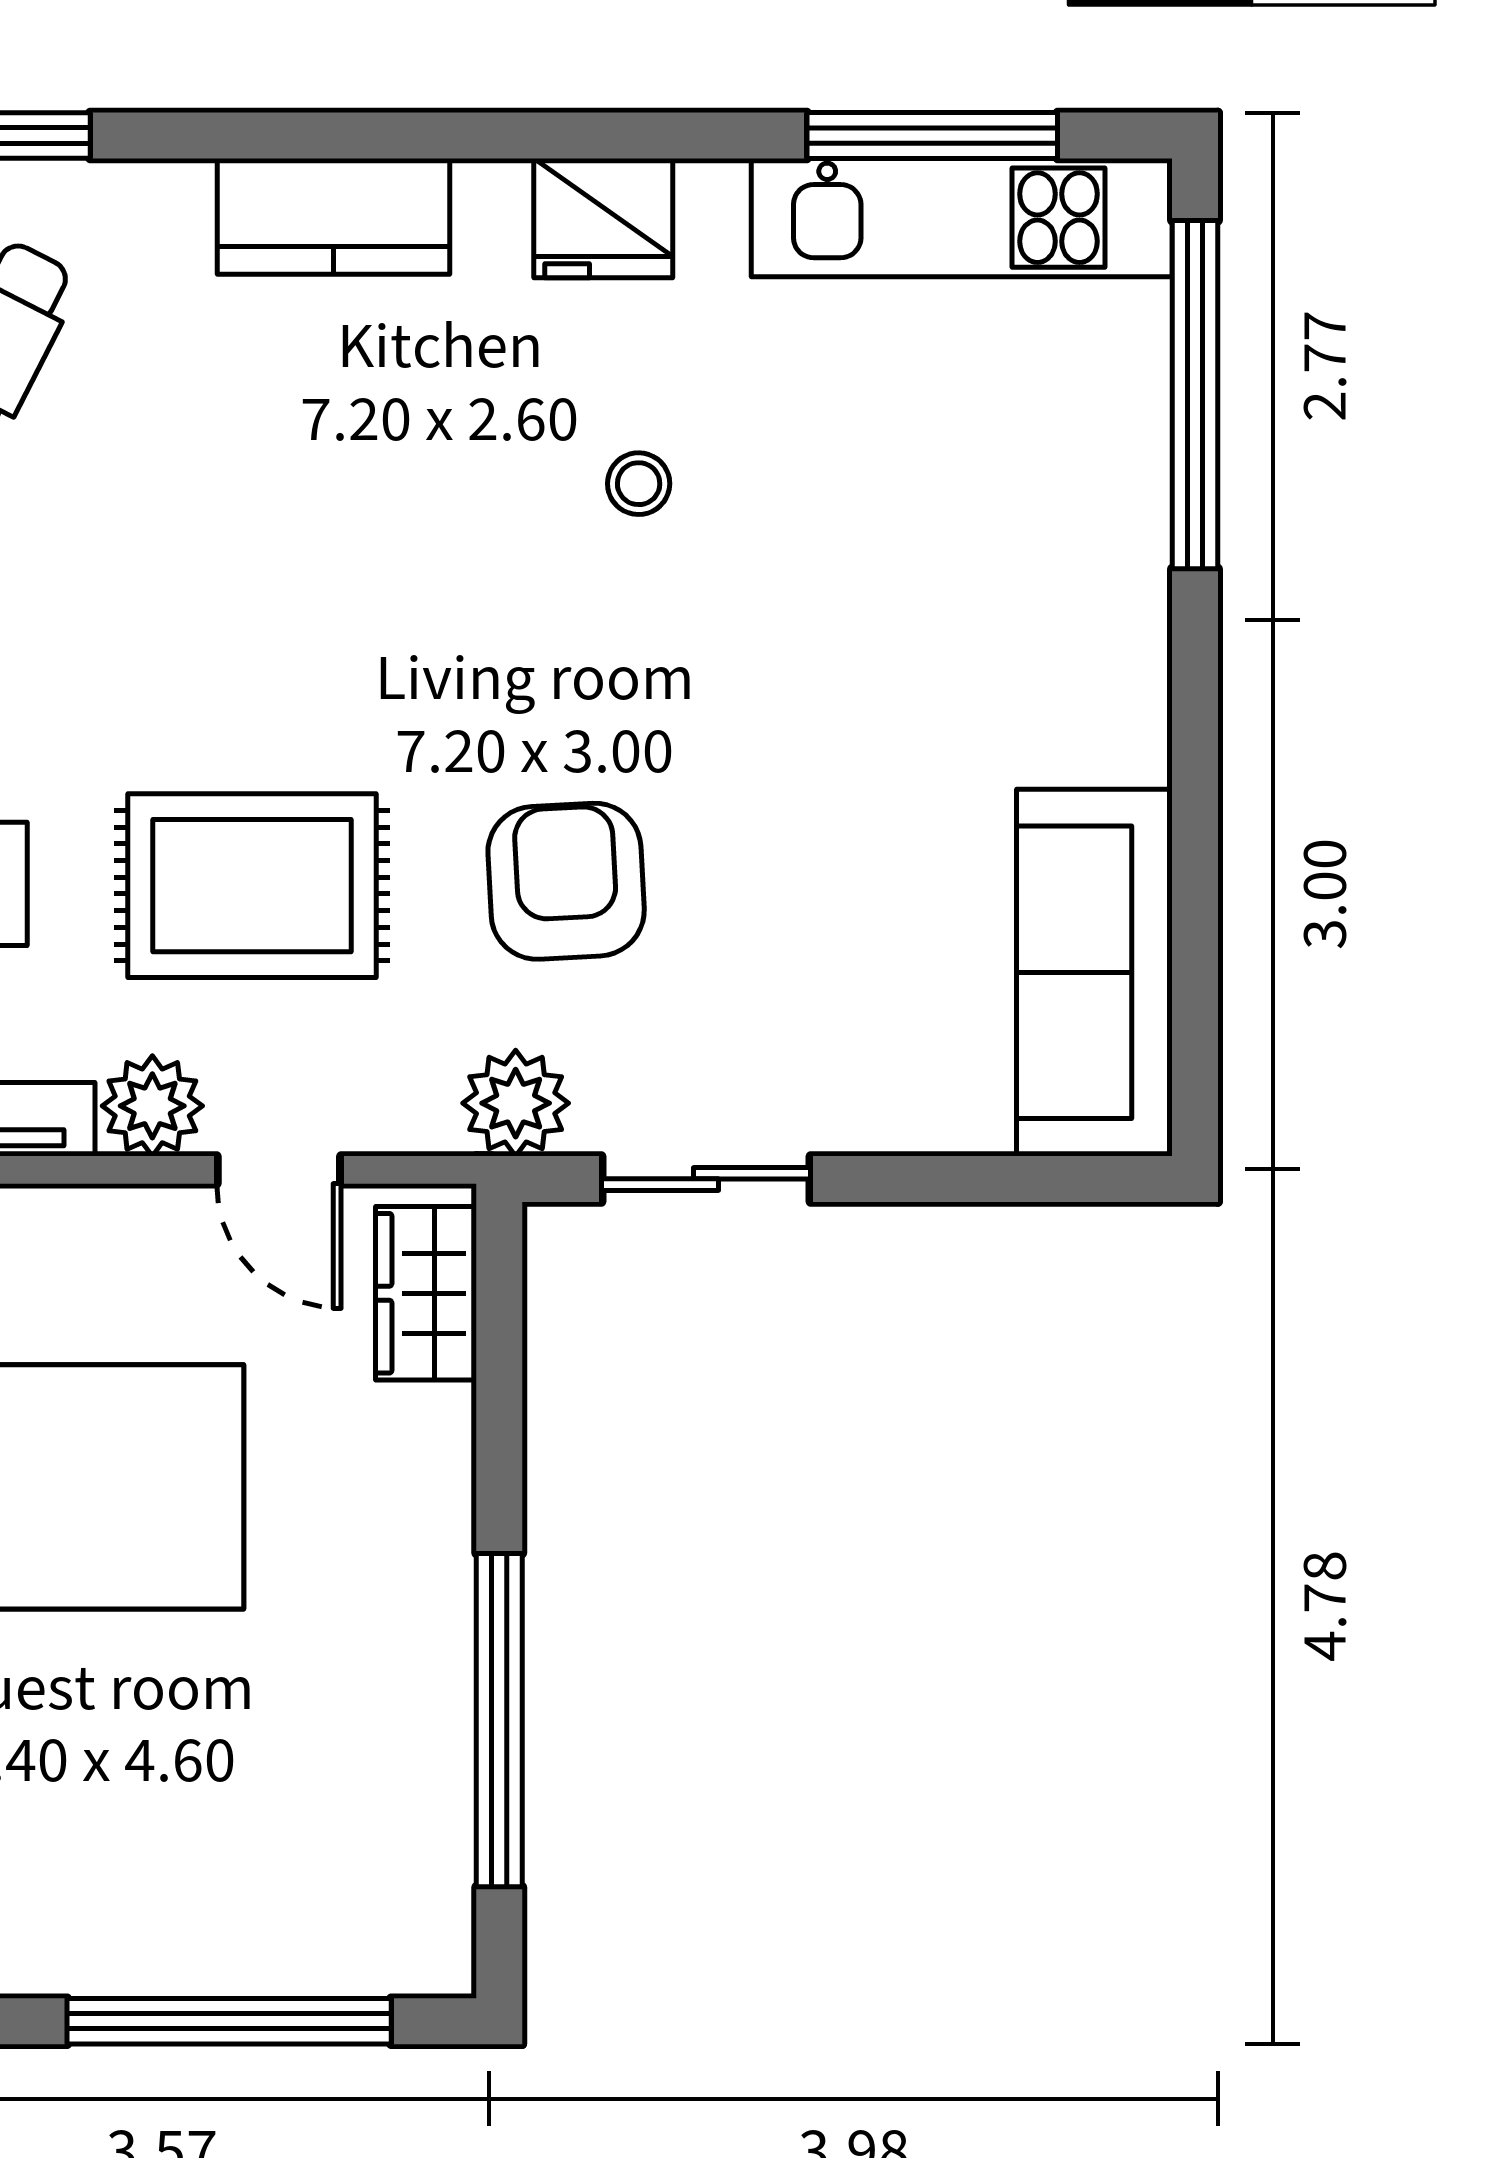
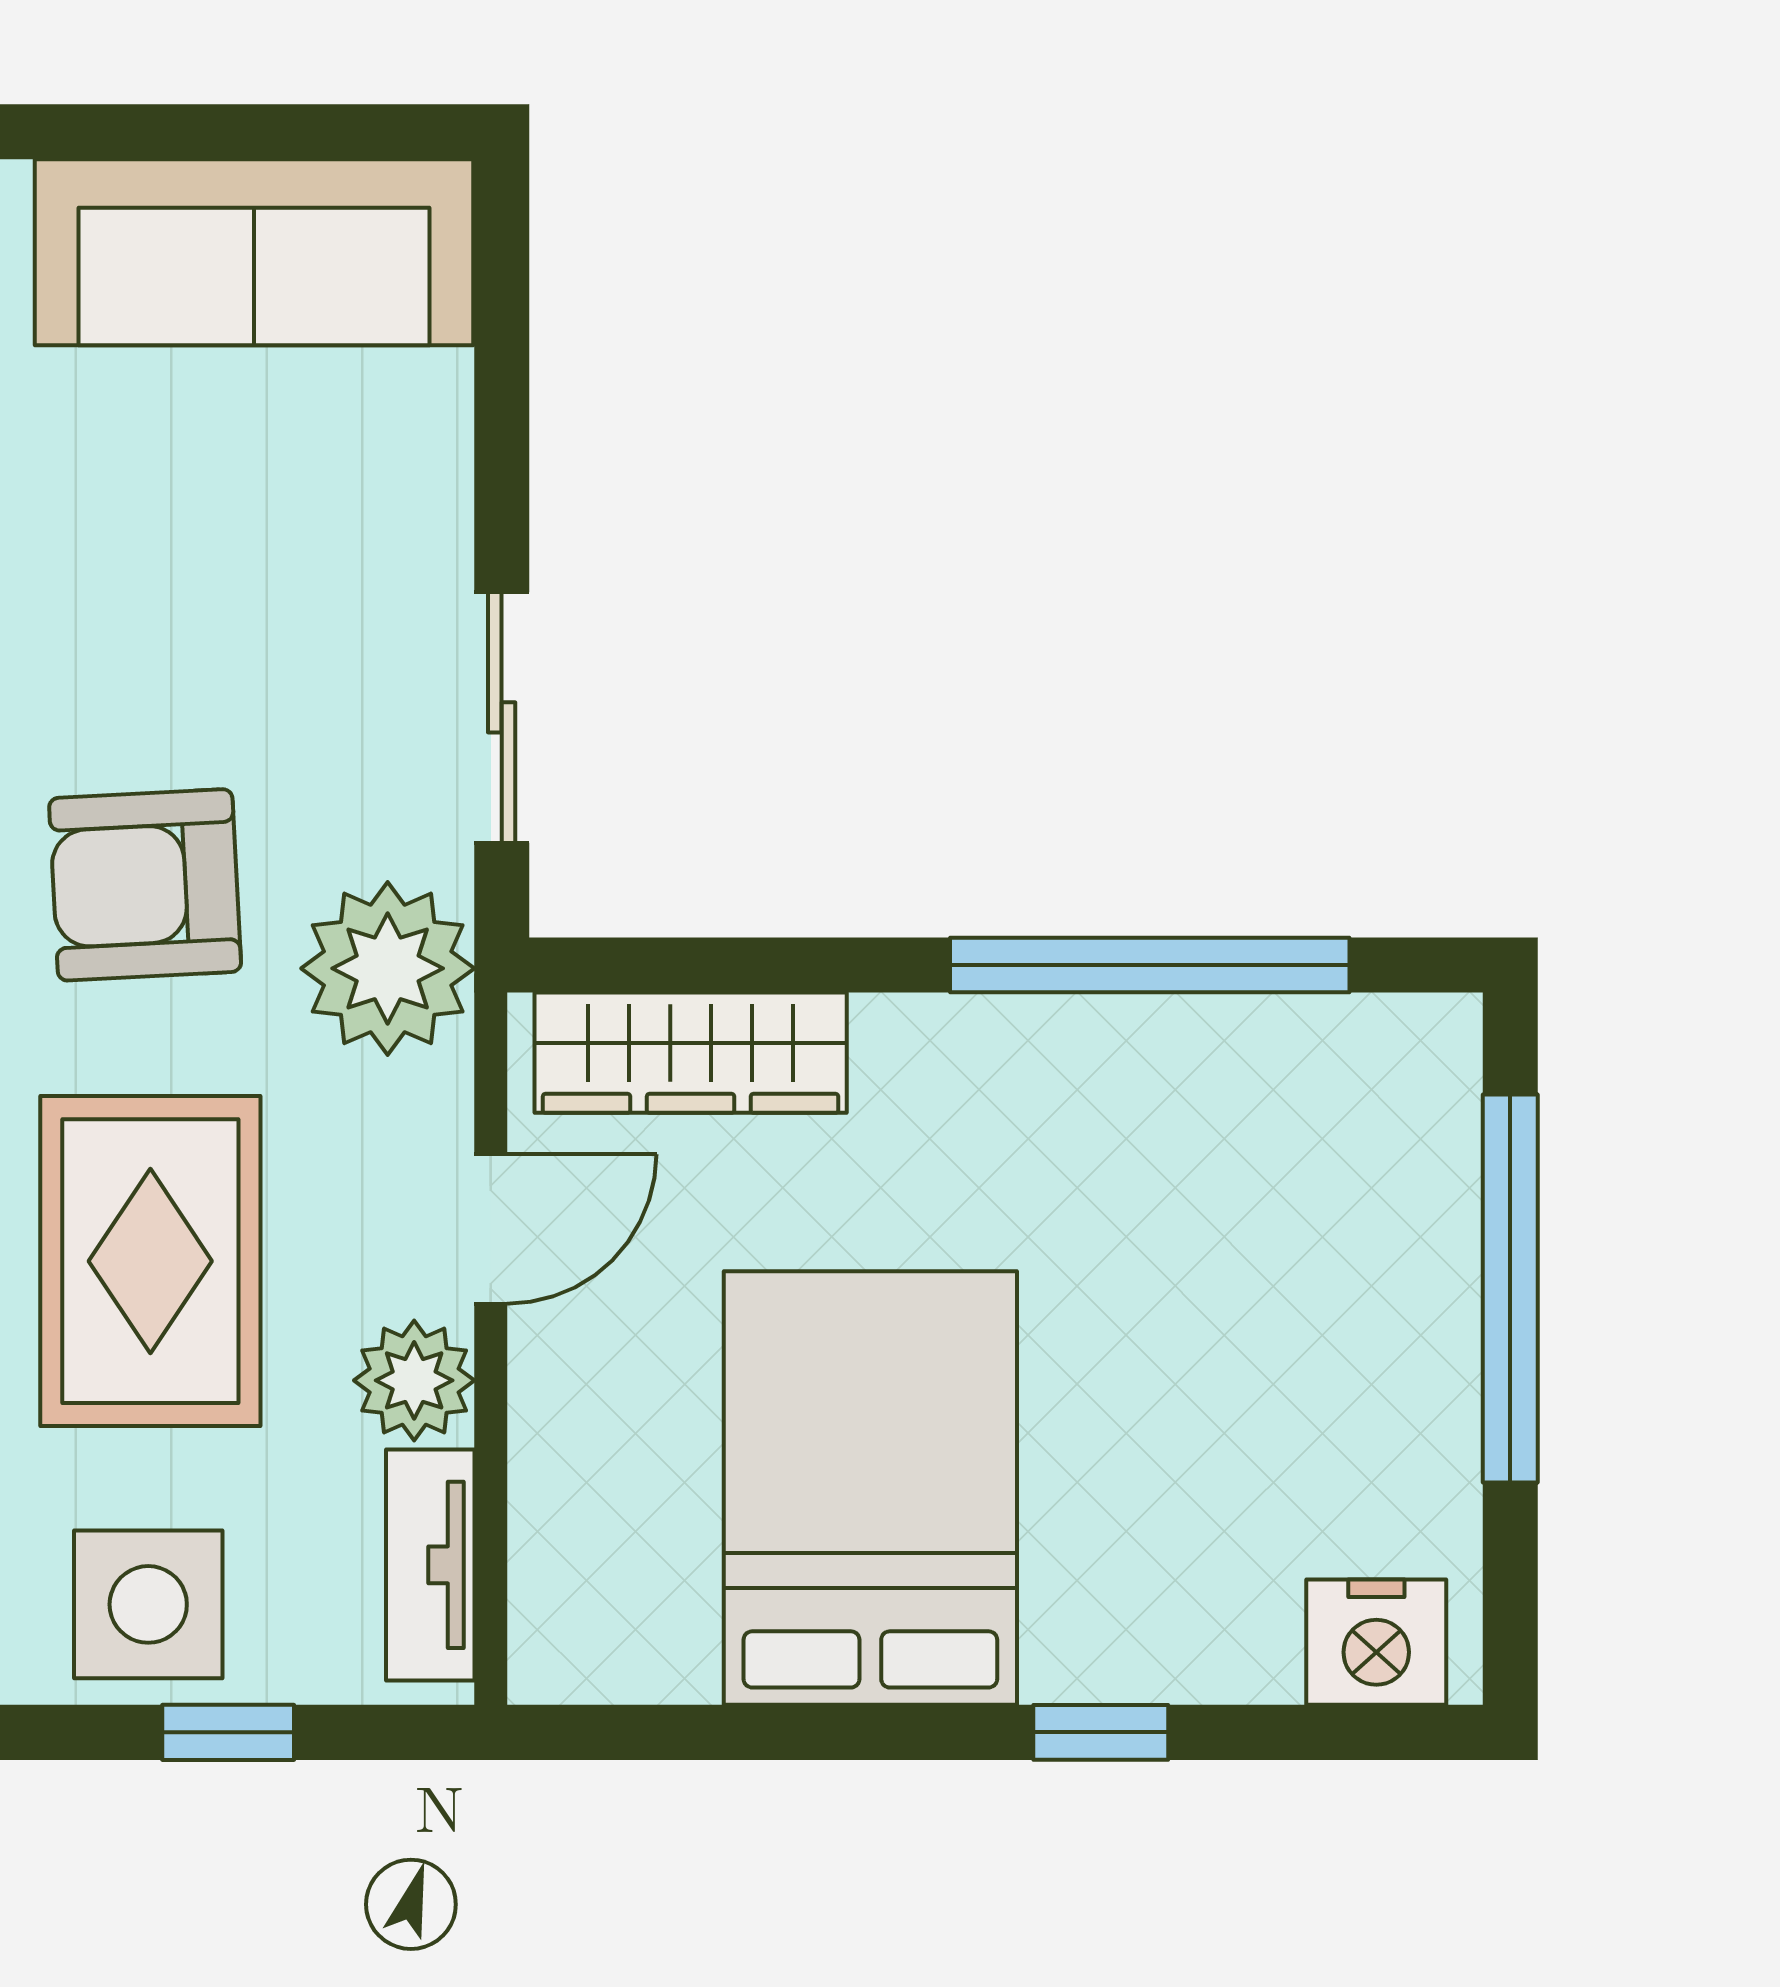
plant: (516, 1103) -> (388, 968), width x1.36, depth x1.36
wardrobe: (426, 1293) -> (691, 1053), width x1.50

